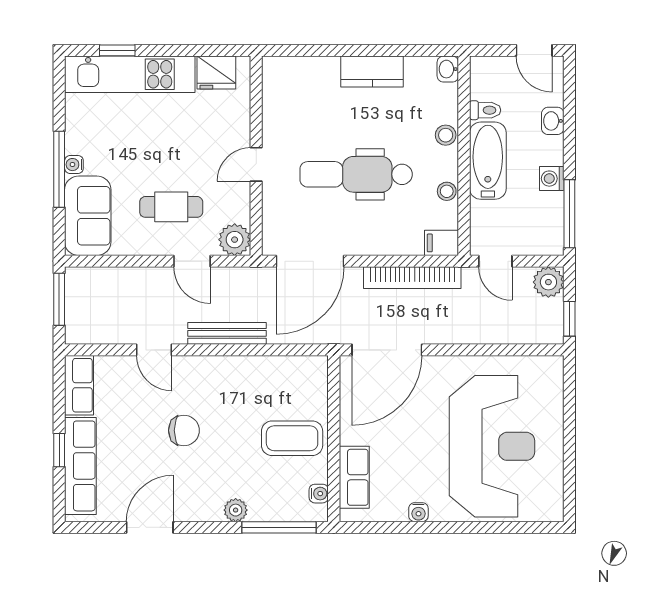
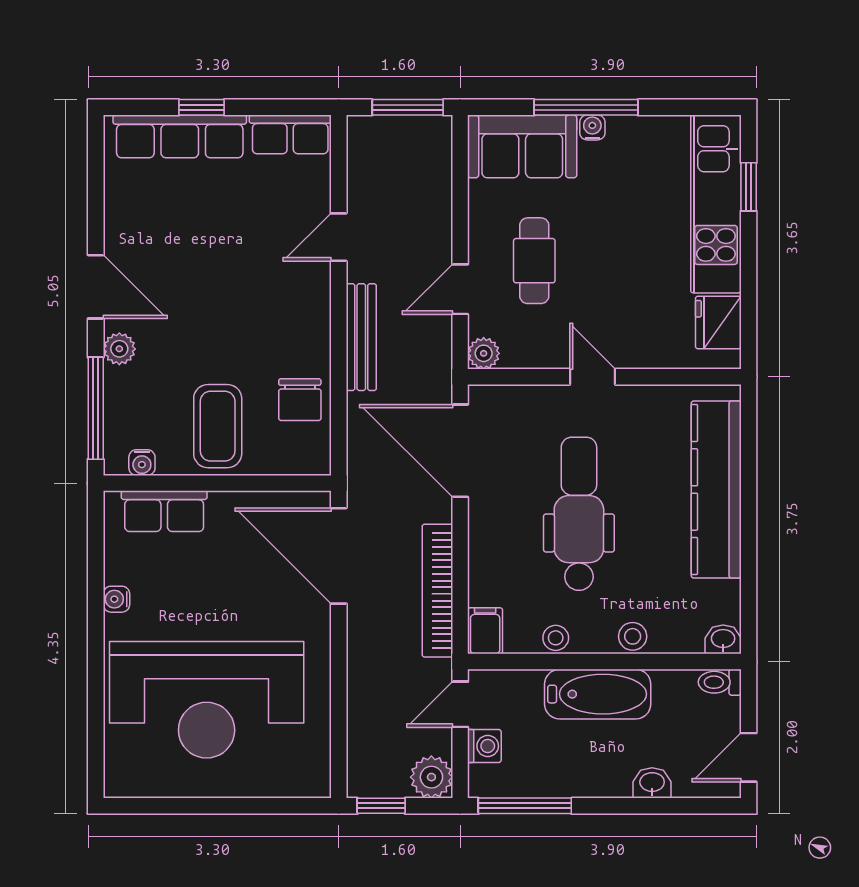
kitchen counter: (372, 71) -> (716, 489), width x2.08, depth x1.17
toilet: (485, 110) -> (720, 682), moved, turned 90
washing machine: (552, 179) -> (484, 746), moved, turned 90
plant: (235, 240) -> (484, 353), width x0.73, depth x0.73
chair: (184, 430) -> (300, 400), moved
door: (150, 527) -> (96, 287), moved

